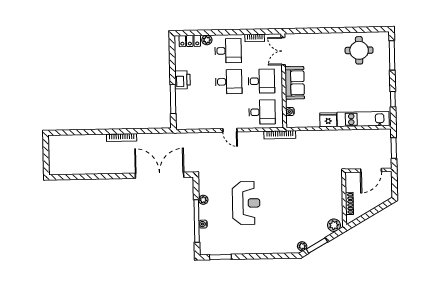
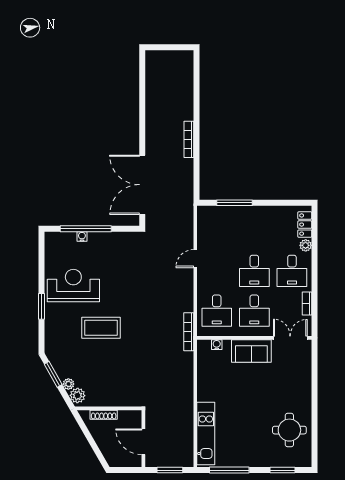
window: (392, 55) -> (282, 470), width x0.69
printer: (183, 80) -> (258, 215), removed
window: (393, 99) -> (229, 470), width x2.17
fridge: (328, 120) -> (206, 391), removed
door: (230, 130) -> (195, 259), moved
double door: (160, 175) -> (142, 185), swing flipped
plant: (203, 200) -> (111, 237), removed
reception desk: (246, 203) -> (73, 286), moved, turned 180
coffee table: (278, 207) -> (101, 328), added
plant: (302, 246) -> (68, 384), moved
window: (220, 257) -> (41, 306), moved

